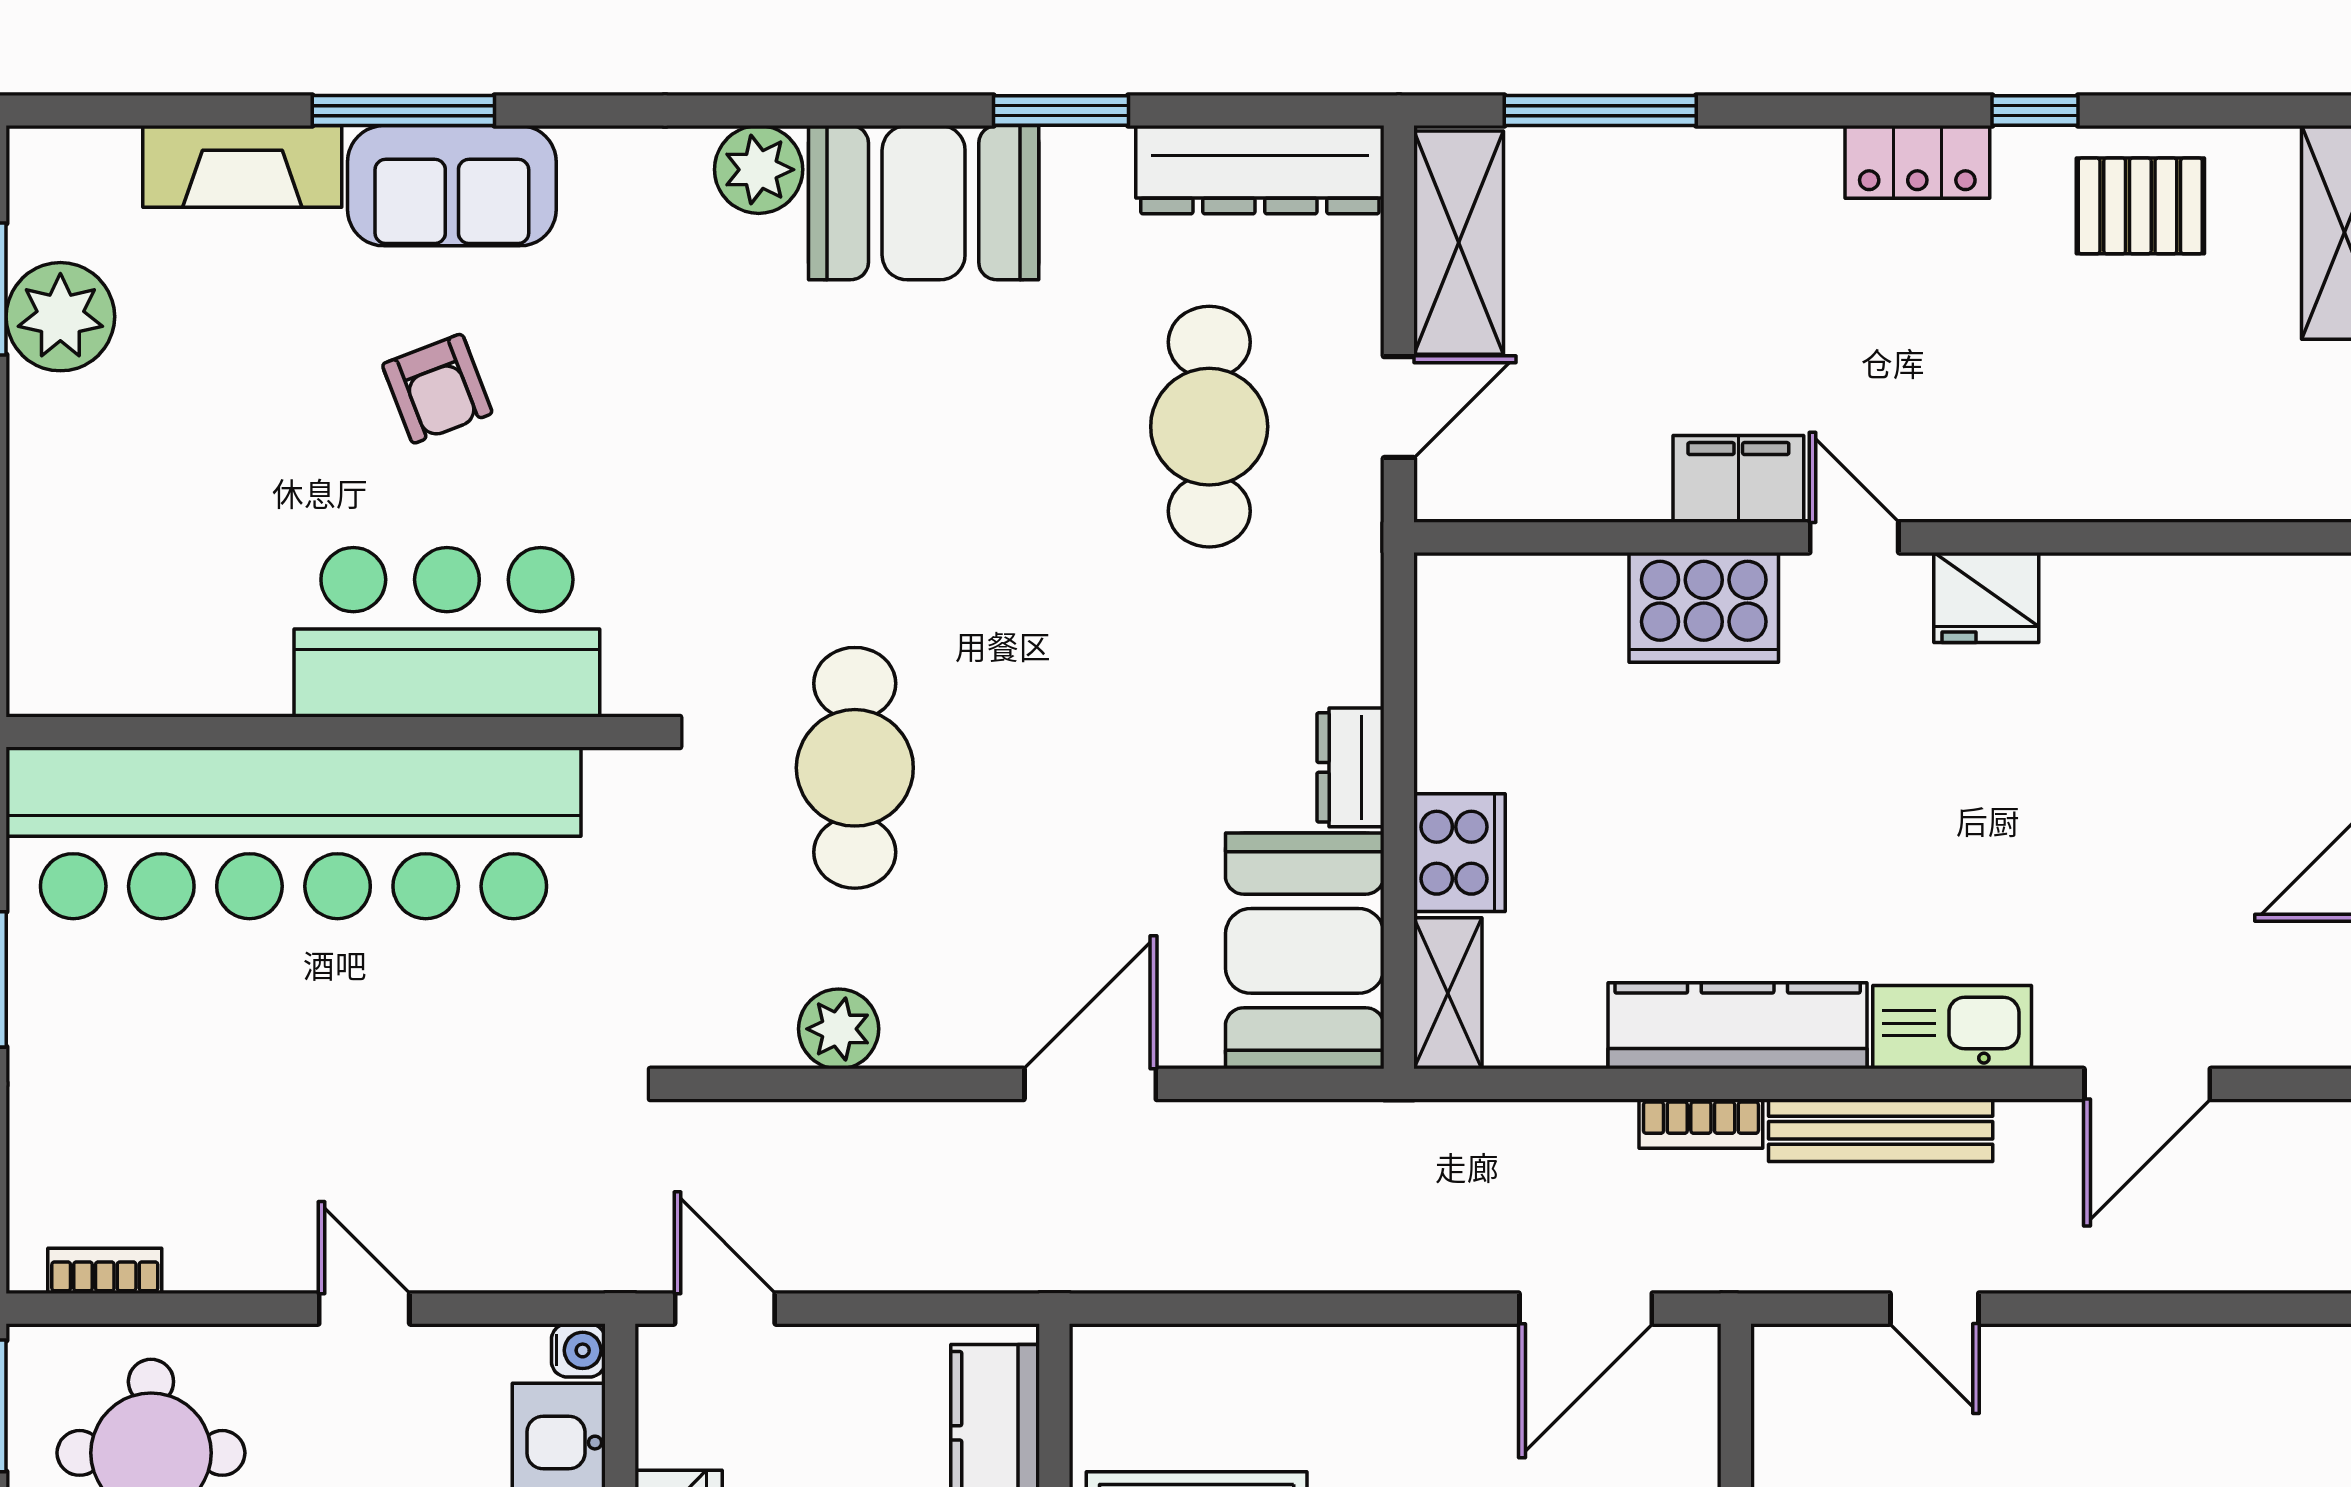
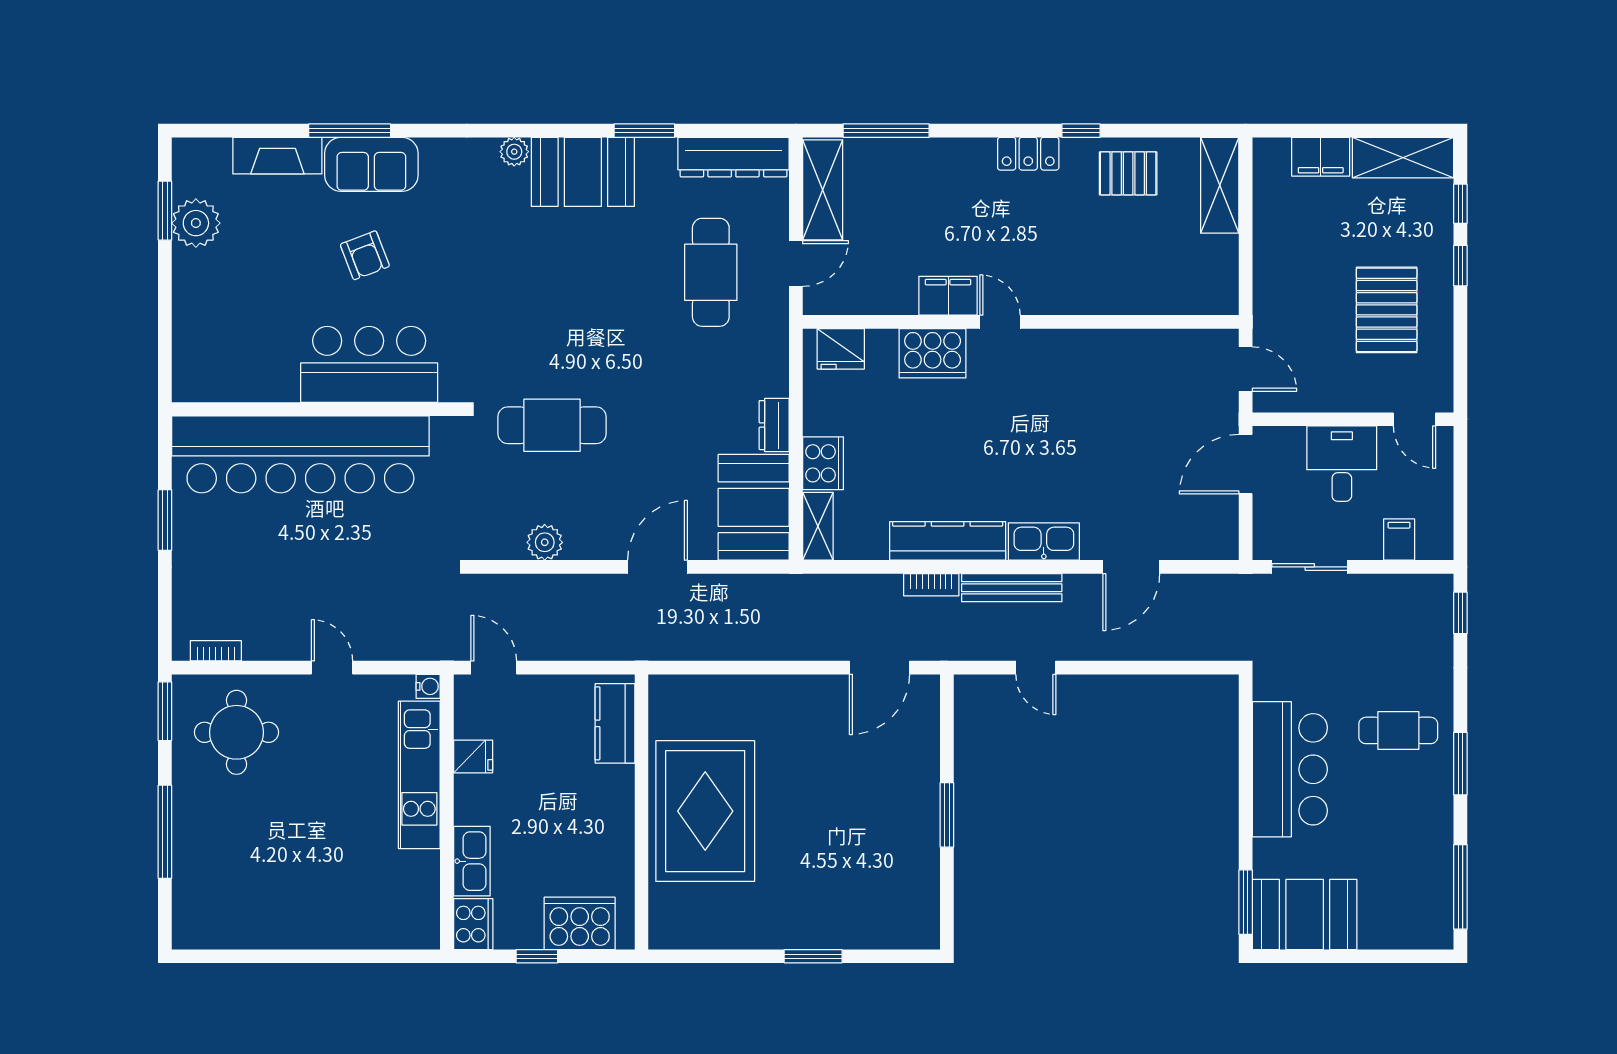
plant: (759, 170) -> (514, 152), width x0.73, depth x0.73
fridge: (1986, 597) -> (841, 349), moved
cafe table: (855, 768) -> (552, 425), turned 90

